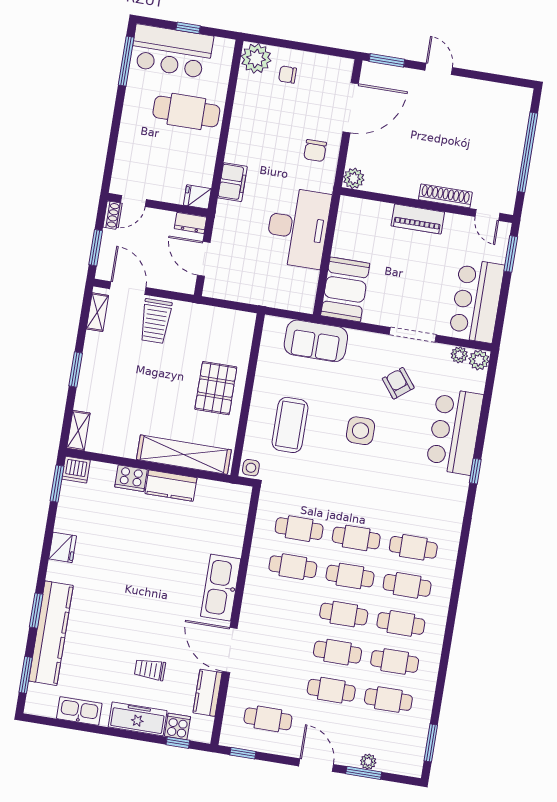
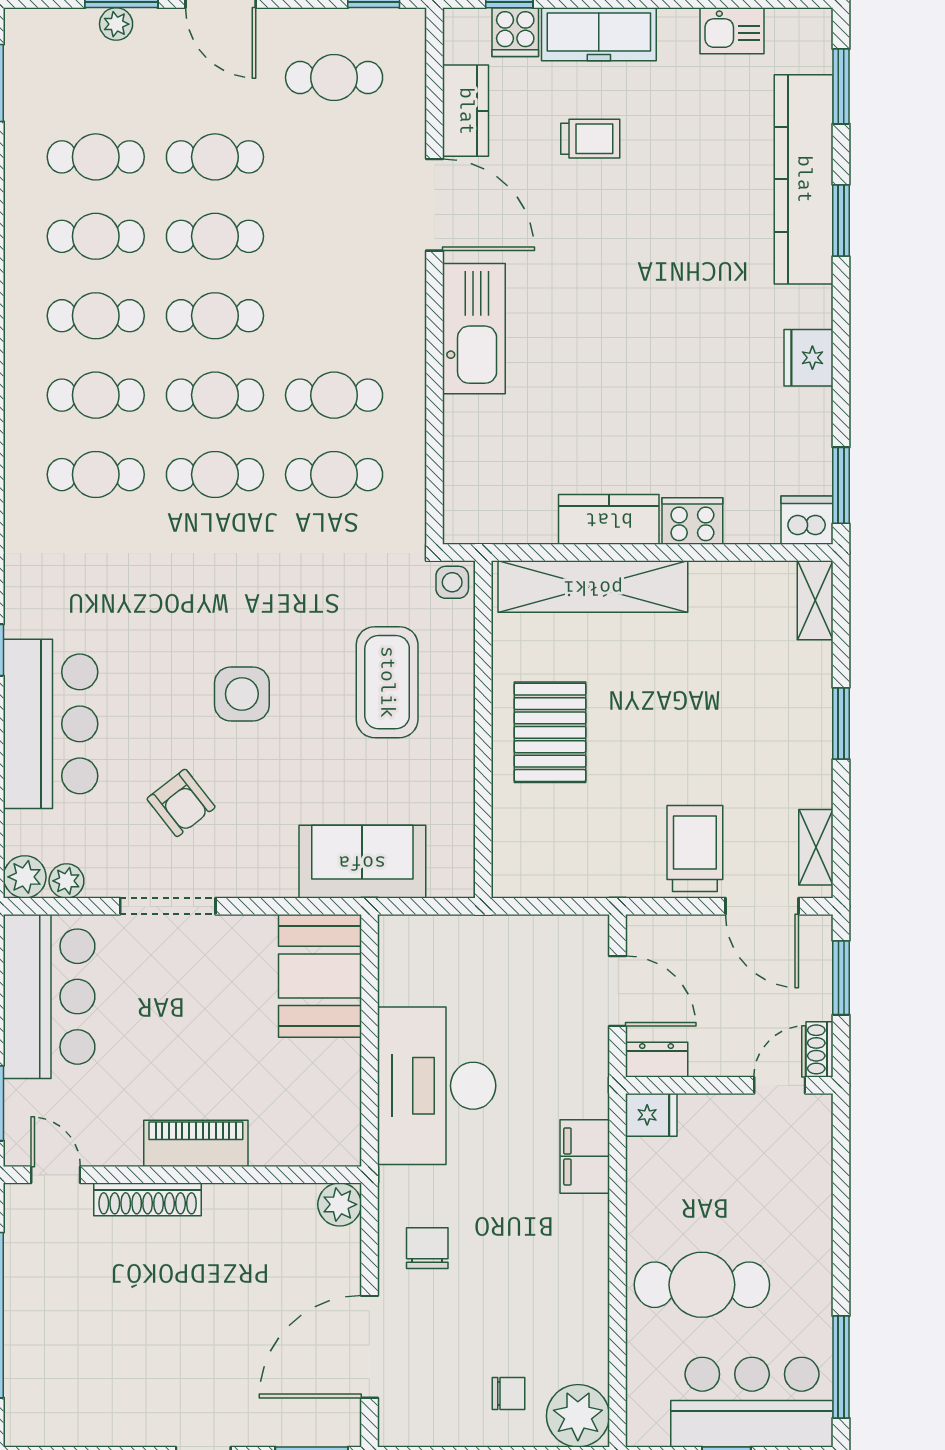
kitchen sink: (79, 711) -> (732, 31), width x0.73

